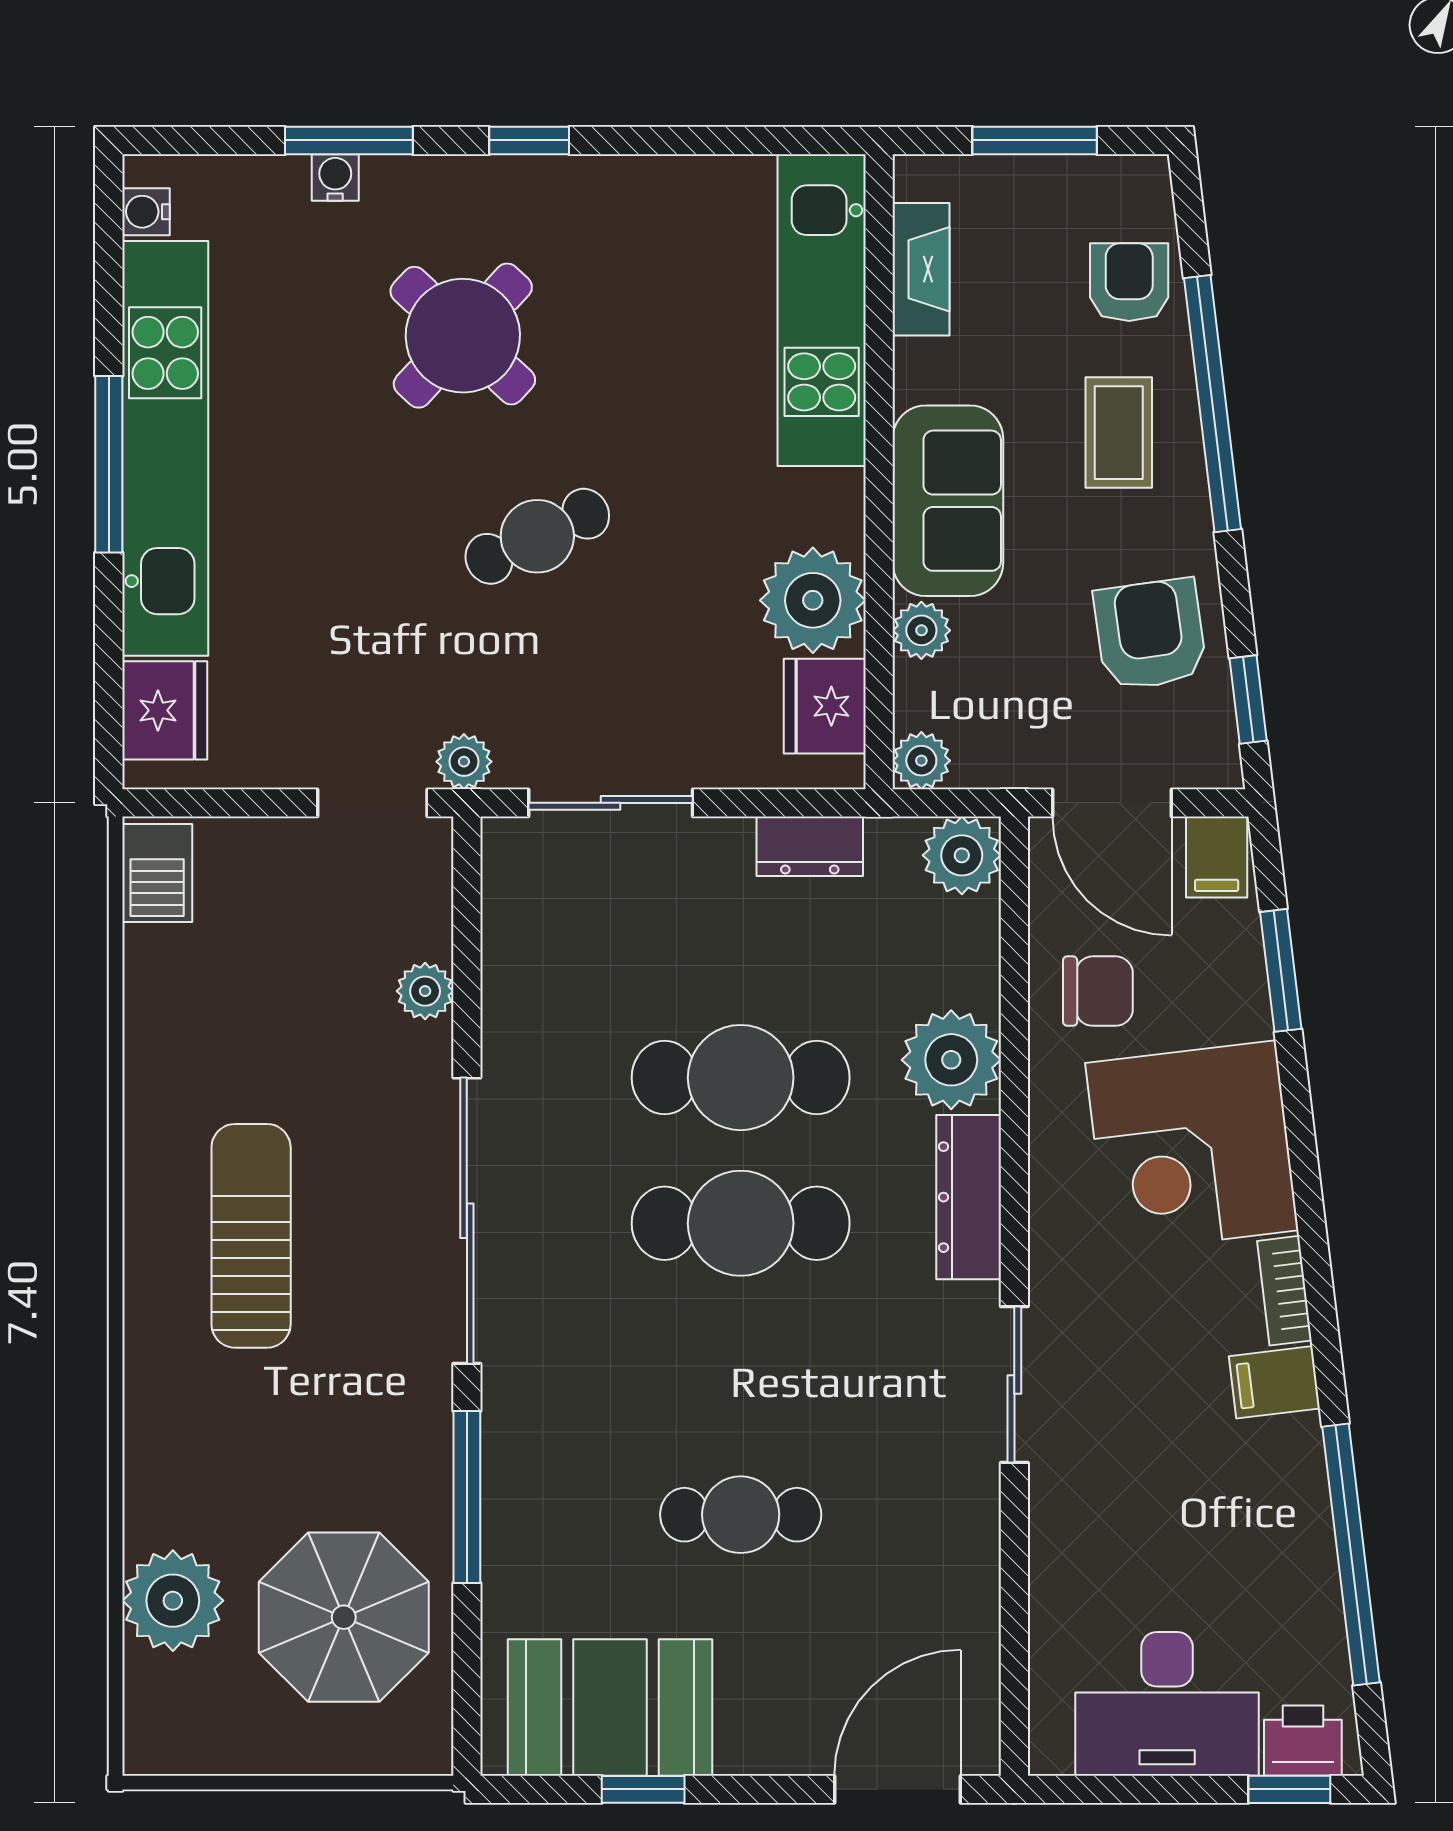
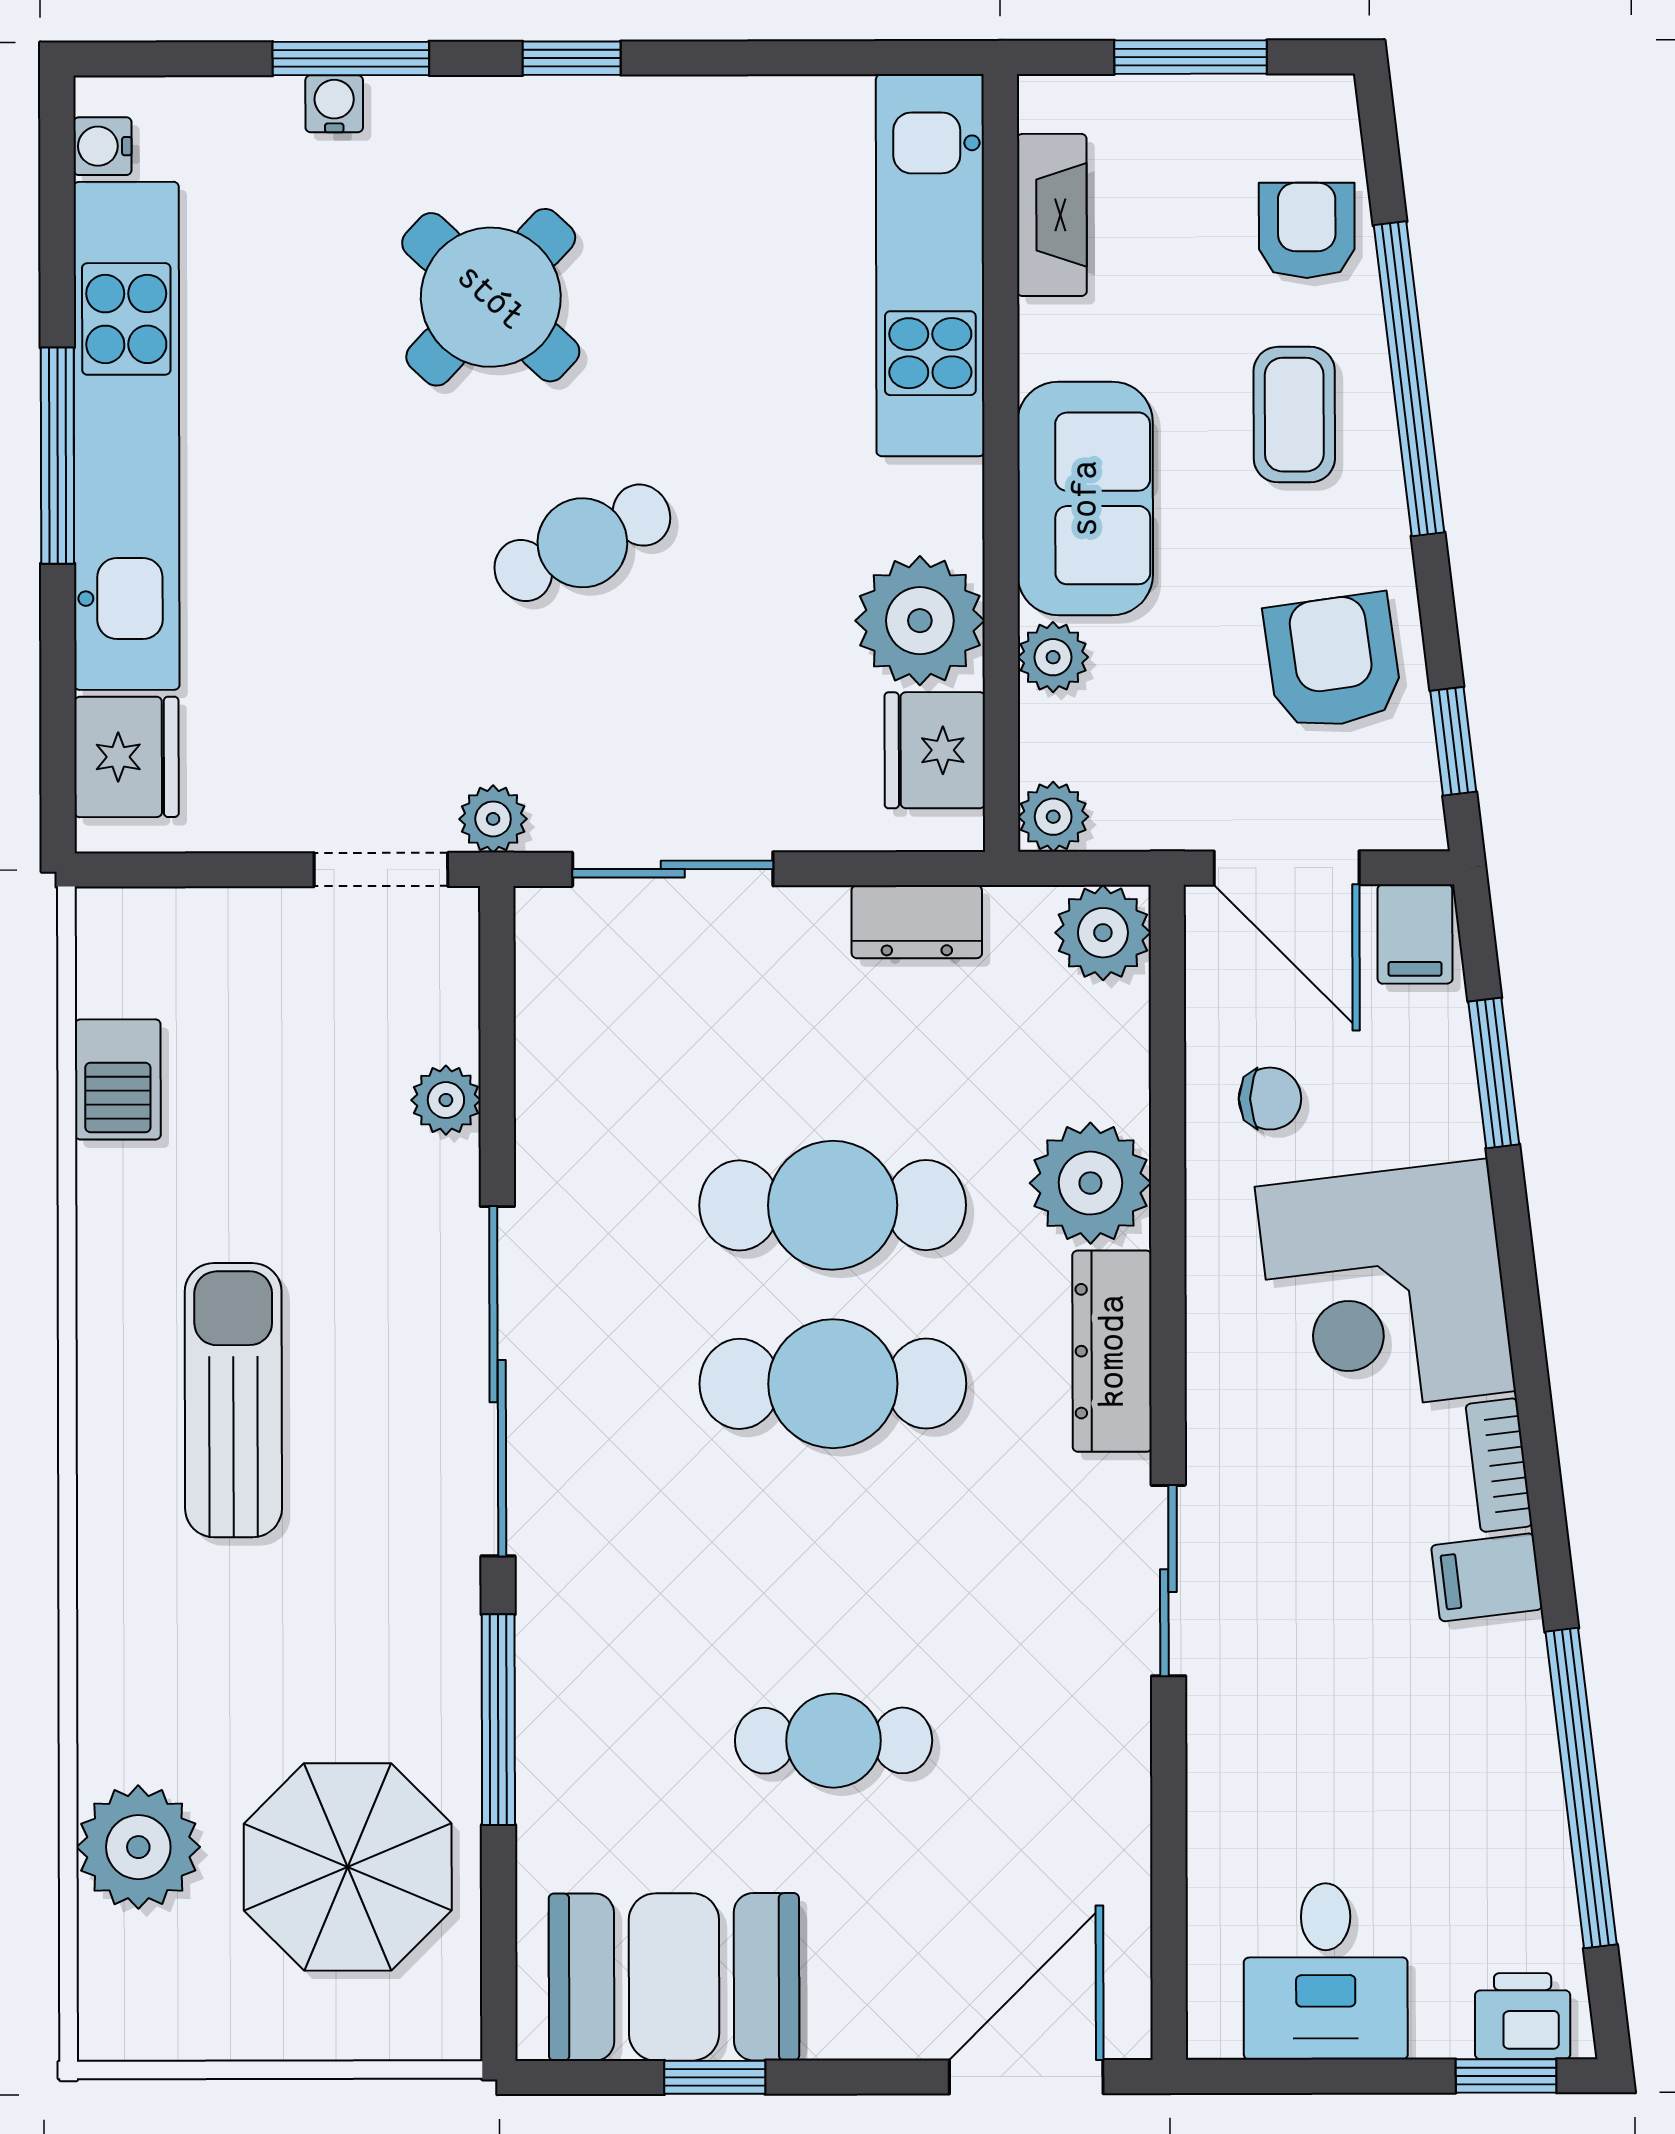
barbecue: (157, 873) -> (118, 1079), moved
chair: (1098, 991) -> (1270, 1099), width x0.73, depth x0.73
desk: (1167, 1704) -> (1326, 1971), width x0.73

